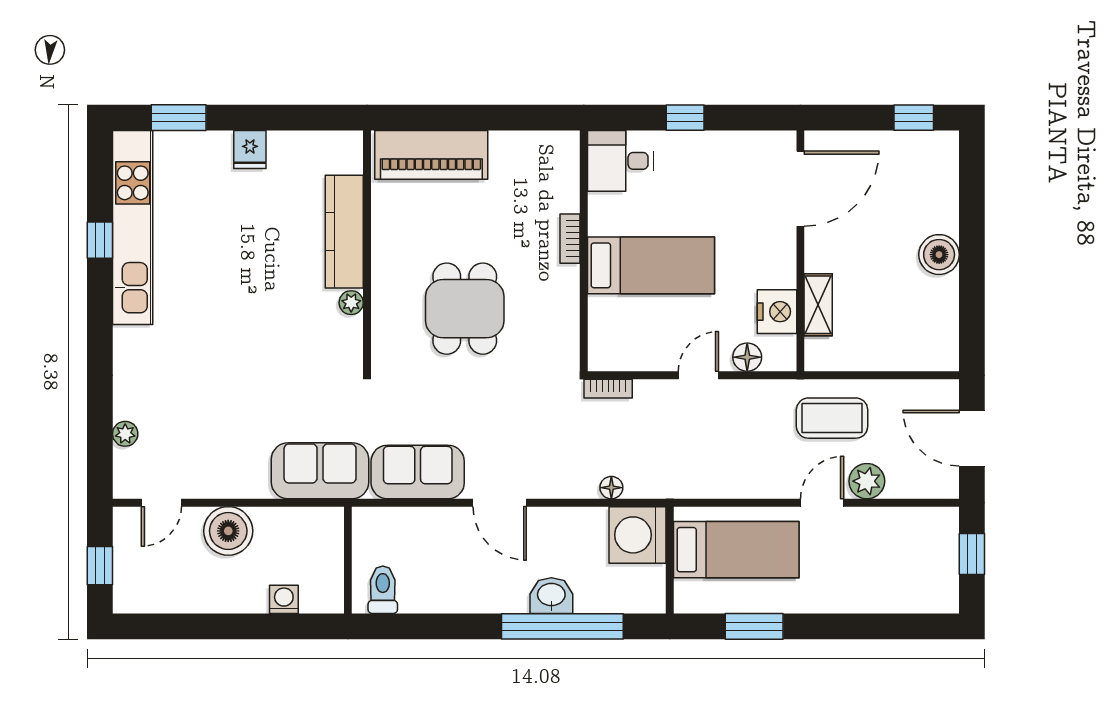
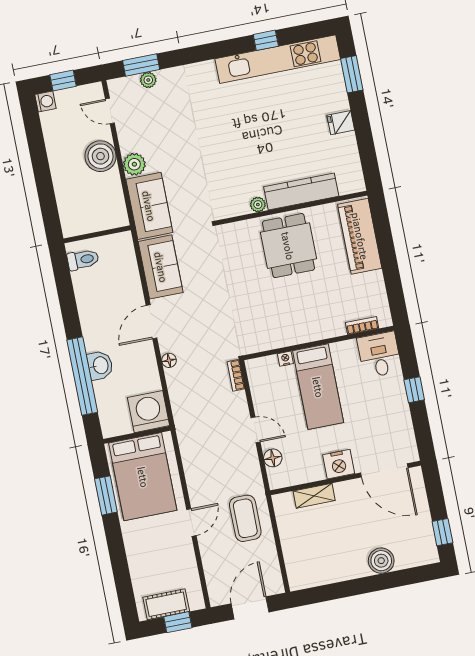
bookcase: (570, 239) -> (362, 326), moved
boiler: (939, 255) -> (381, 561), moved
nightstand: (598, 307) -> (285, 359), added
dining table: (465, 309) -> (288, 246), moved, turned 90
nightstand: (777, 312) -> (339, 464), moved
window: (100, 440) -> (141, 65), added
plant: (867, 481) -> (134, 164), moved
floor lamp: (611, 488) -> (169, 360), moved
door: (822, 503) -> (191, 523), hinge flipped
bed: (736, 550) -> (143, 477), width x1.50
cot: (941, 567) -> (166, 604), added
washing machine: (284, 599) -> (45, 101), moved

